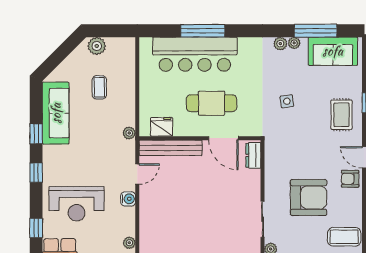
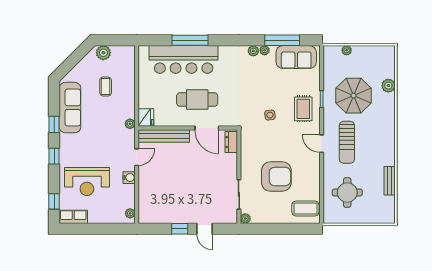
side table: (287, 101) -> (270, 115), moved
fridge: (162, 127) -> (146, 118), moved, turned 90
armchair: (350, 179) -> (310, 161), removed

